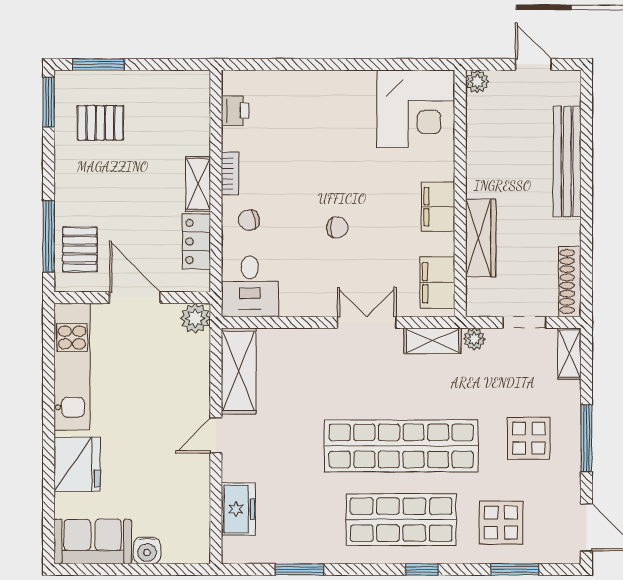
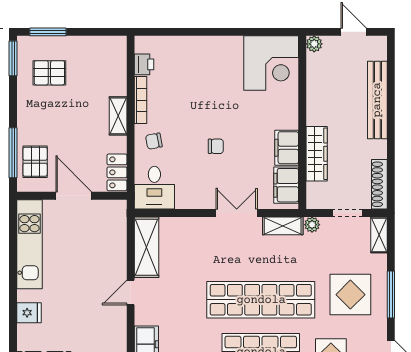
bookcase: (230, 174) -> (141, 100), width x1.56
filing cabinet: (438, 207) -> (287, 148), moved
locker: (196, 241) -> (117, 172), moved
plant: (195, 318) -> (116, 210), removed
display table: (529, 438) -> (350, 295), width x1.36, depth x1.36
fridge: (77, 464) -> (29, 313), width x0.53, depth x0.75

